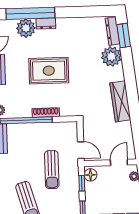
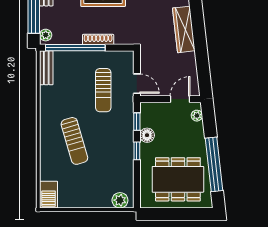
sun lounger: (52, 170) -> (103, 90), moved
floor lamp: (90, 175) -> (147, 135), moved

